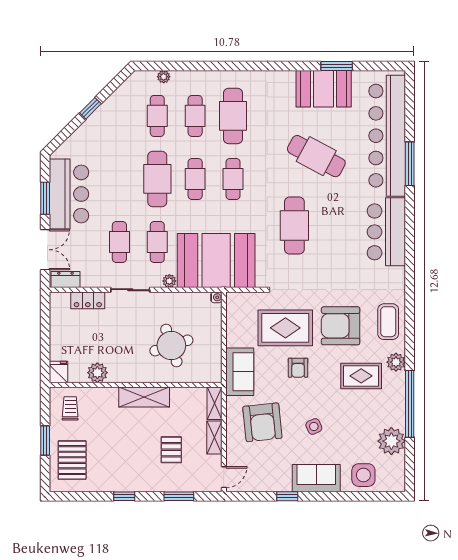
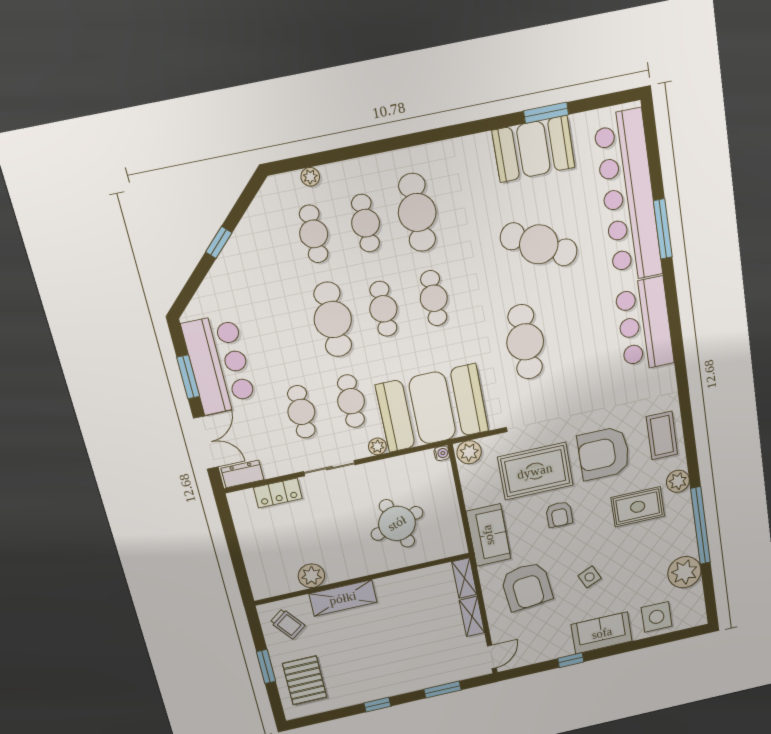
plant: (237, 301) -> (469, 452), added
fridge: (59, 372) -> (262, 586), removed
shelving: (144, 397) -> (343, 598), moved
trolley: (70, 408) -> (288, 624), turned 143
pallet: (171, 450) -> (423, 642), removed

